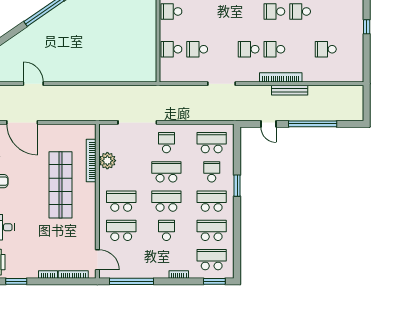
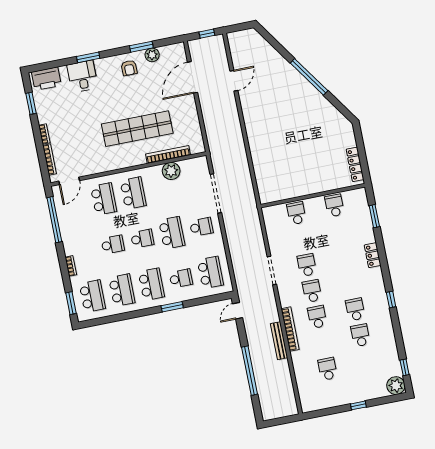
school desk: (197, 49) -> (307, 265), moved
door: (269, 124) -> (238, 311), moved
school desk: (166, 201) -> (142, 239), width x0.54

